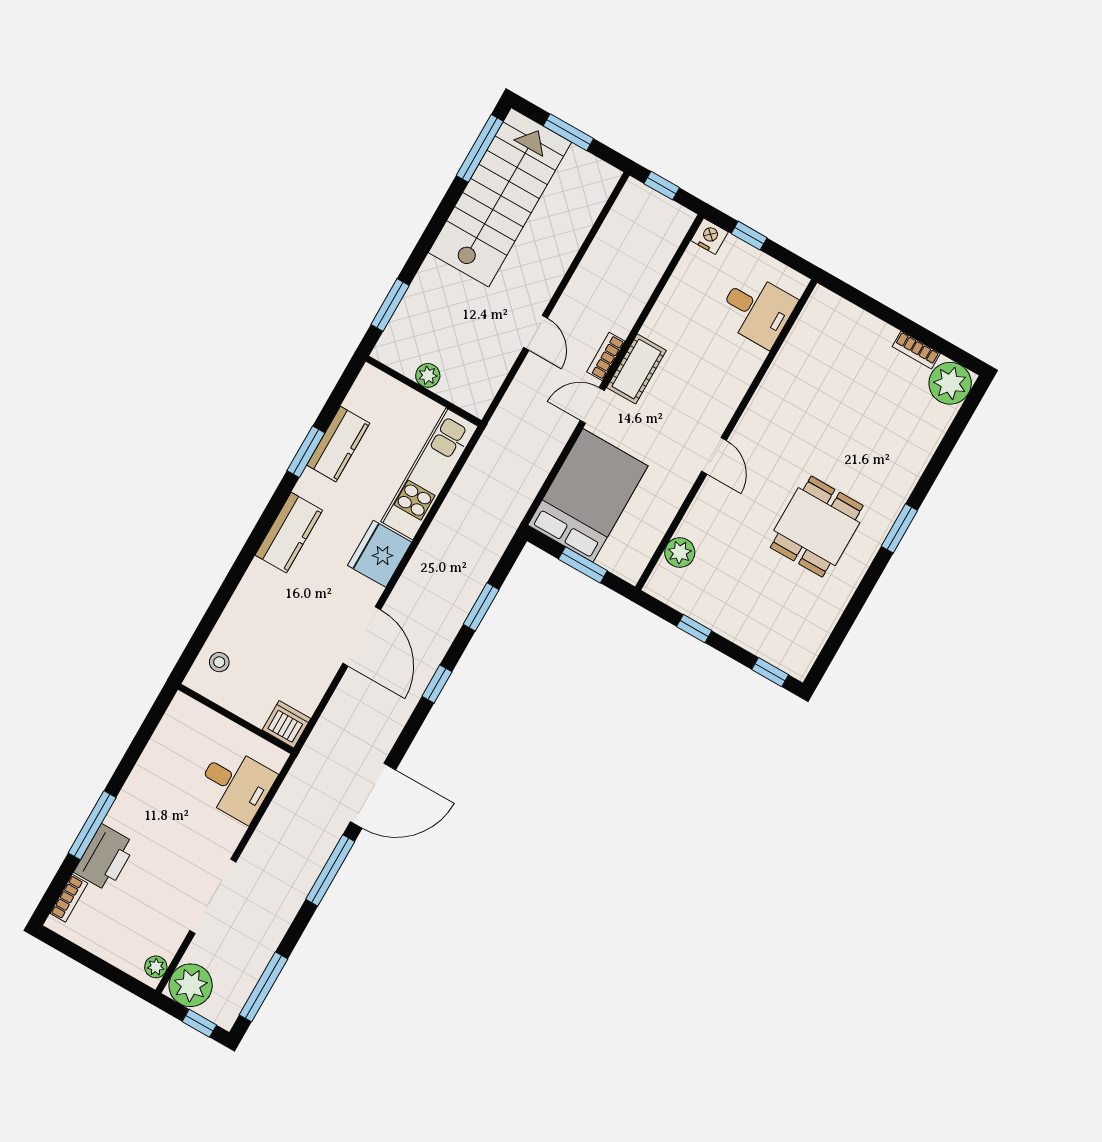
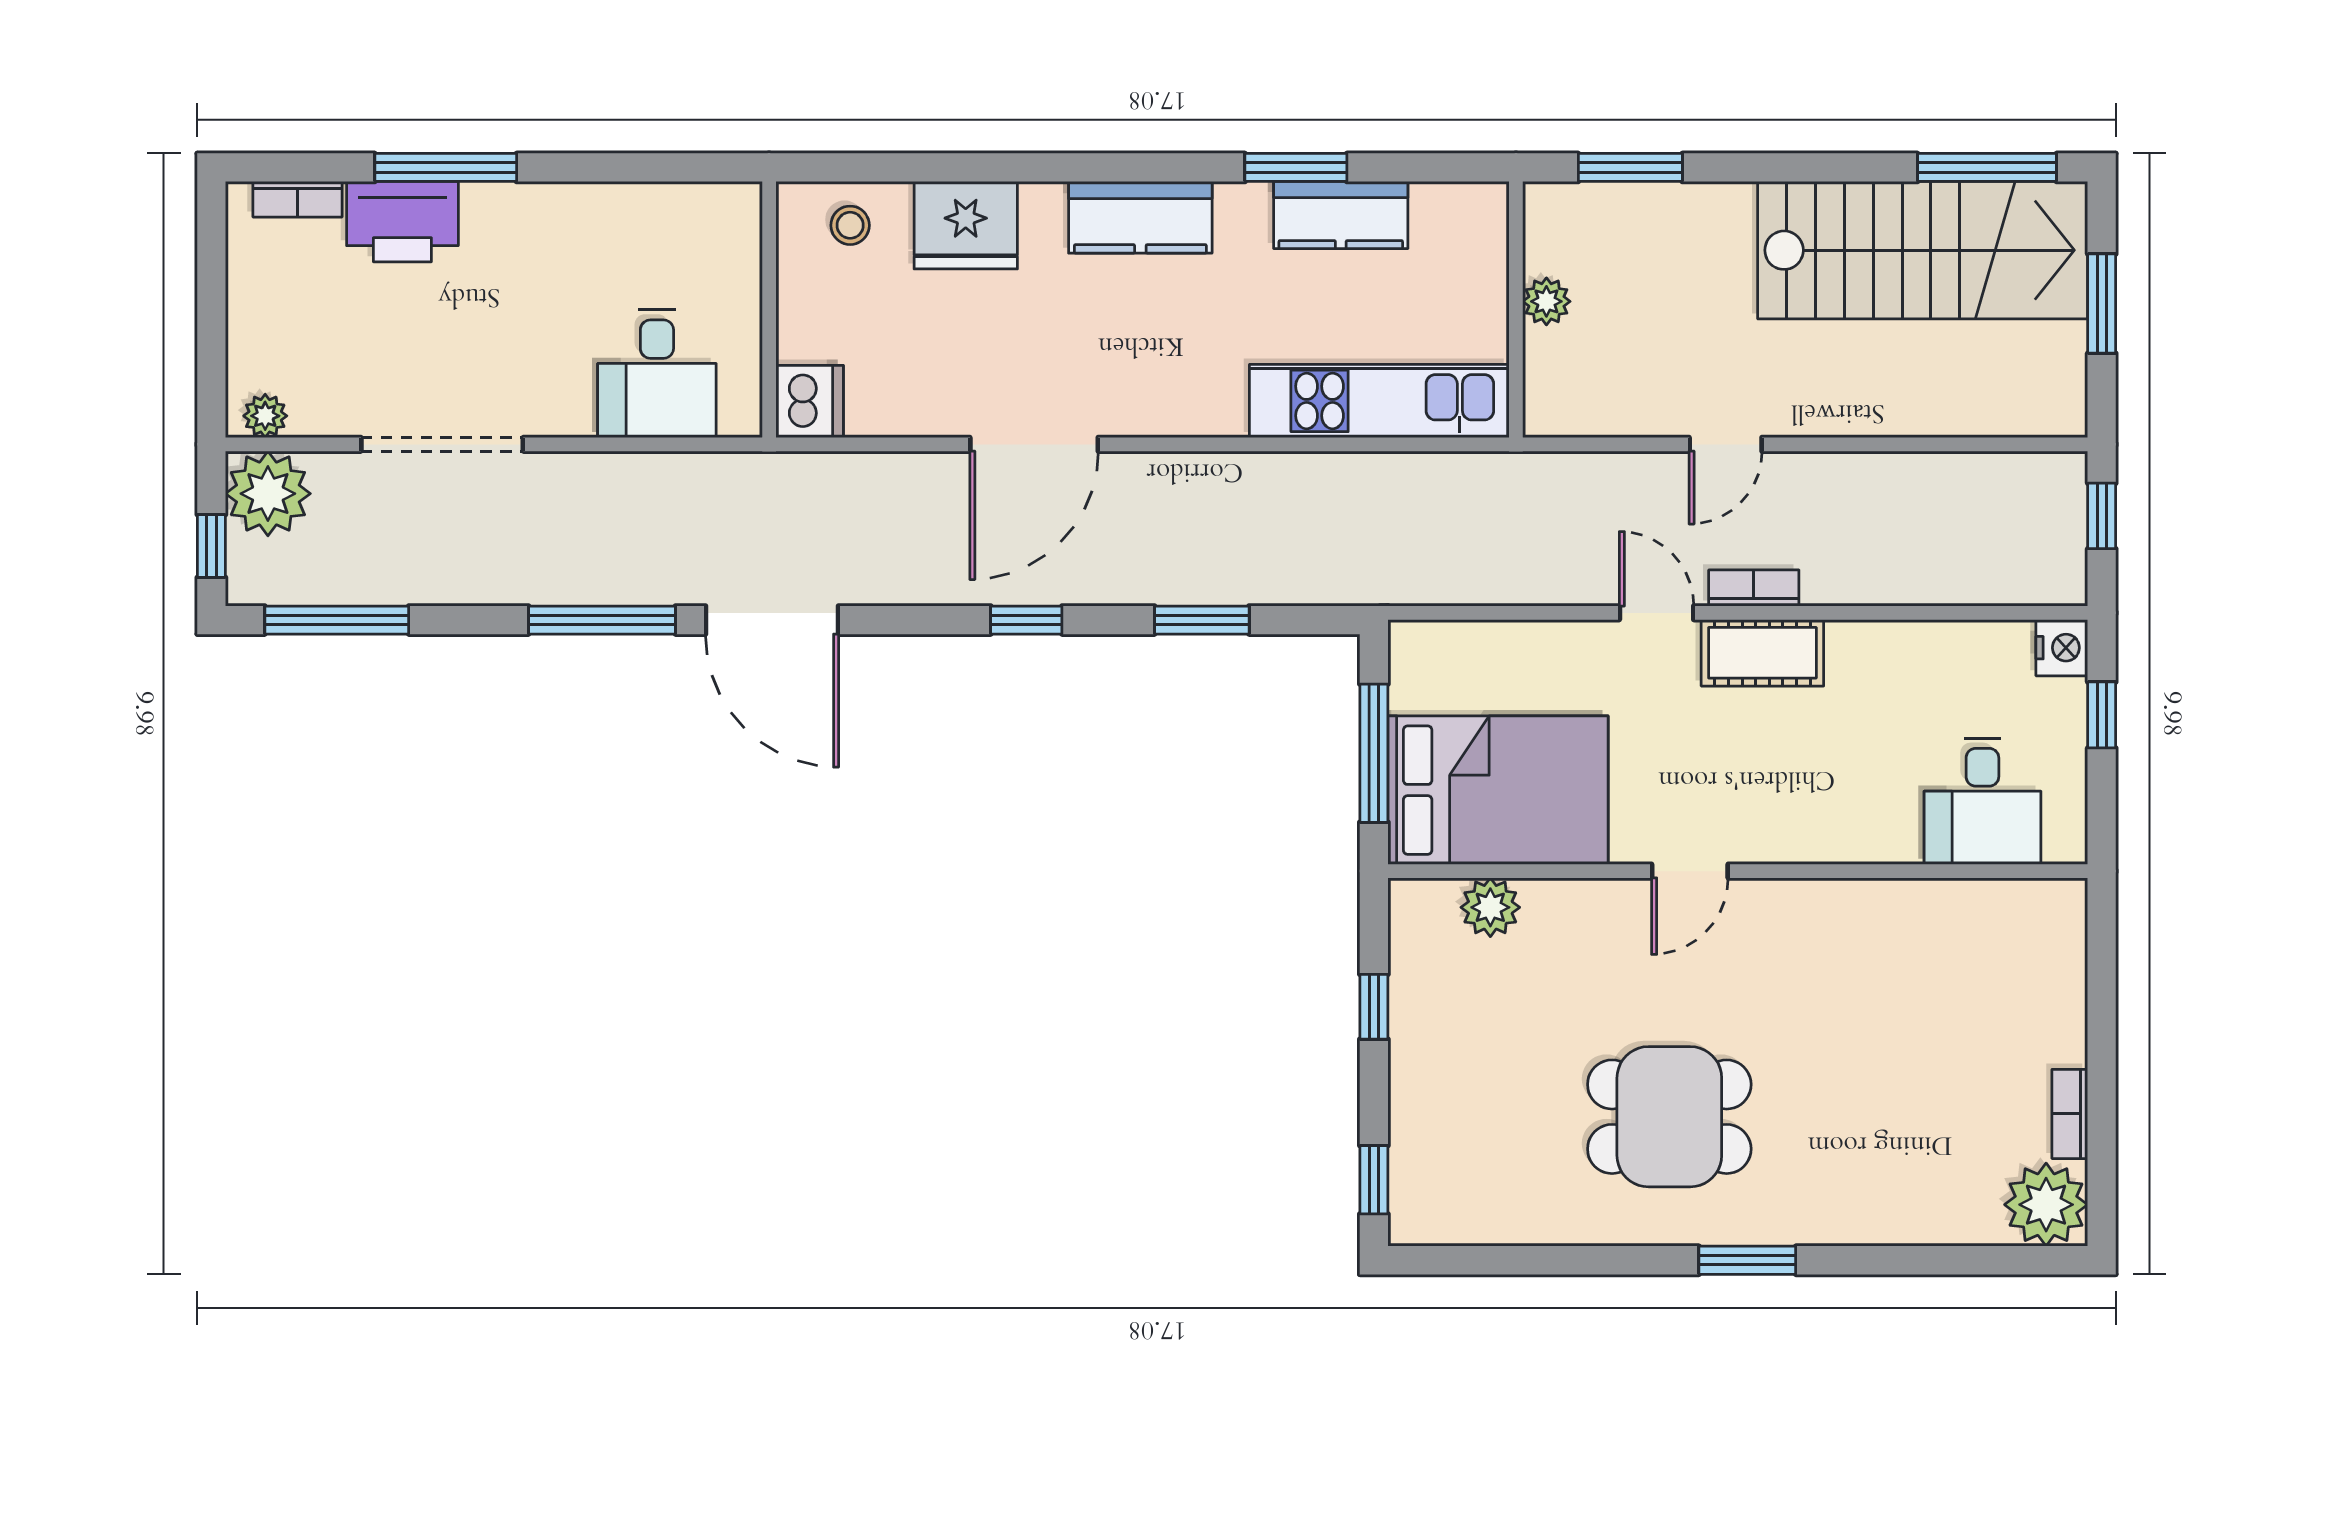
bed: (588, 495) -> (1498, 790), moved
fridge: (380, 554) -> (966, 225), moved, turned 180
window: (583, 565) -> (1374, 753), width x1.44

